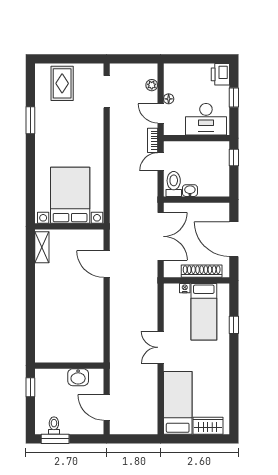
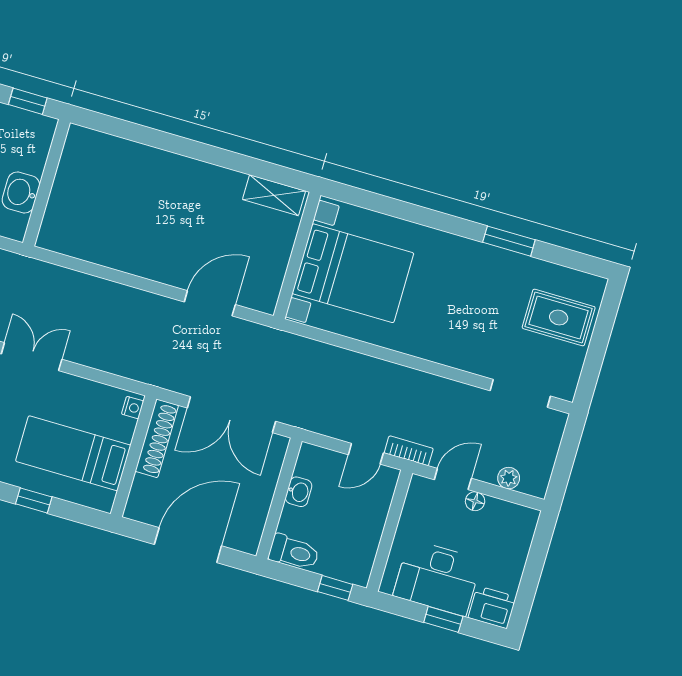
desk: (206, 119) -> (437, 578), moved, turned -90
door: (161, 162) -> (366, 454), swing flipped
toilet: (174, 184) -> (294, 552), moved
shoe rack: (202, 271) -> (157, 438), moved
nightstand: (185, 288) -> (133, 408), moved

